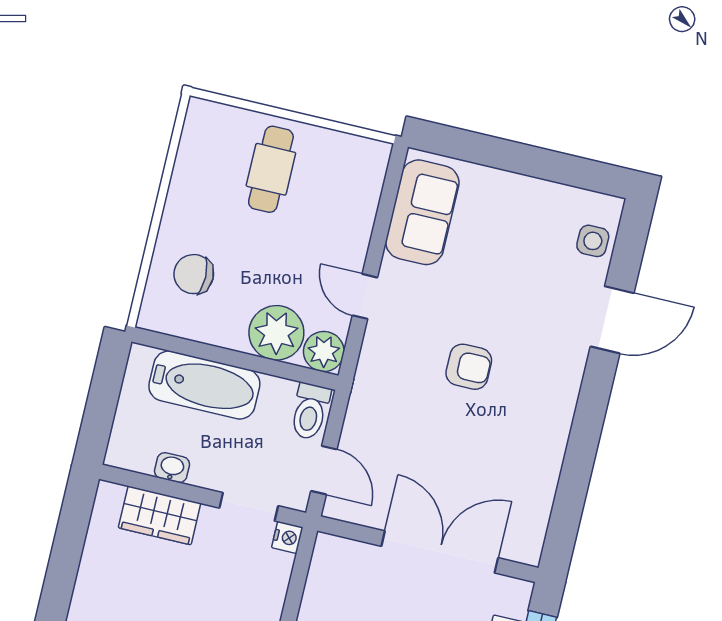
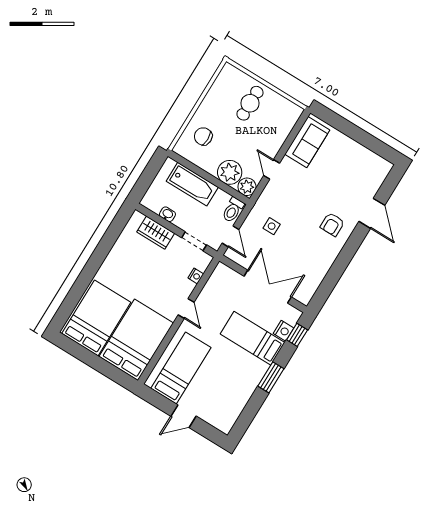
side table: (593, 241) -> (272, 226), moved
door: (612, 320) -> (372, 213), hinge flipped
armchair: (469, 367) -> (332, 224), moved, turned 90
nightstand: (287, 537) -> (196, 276), moved

